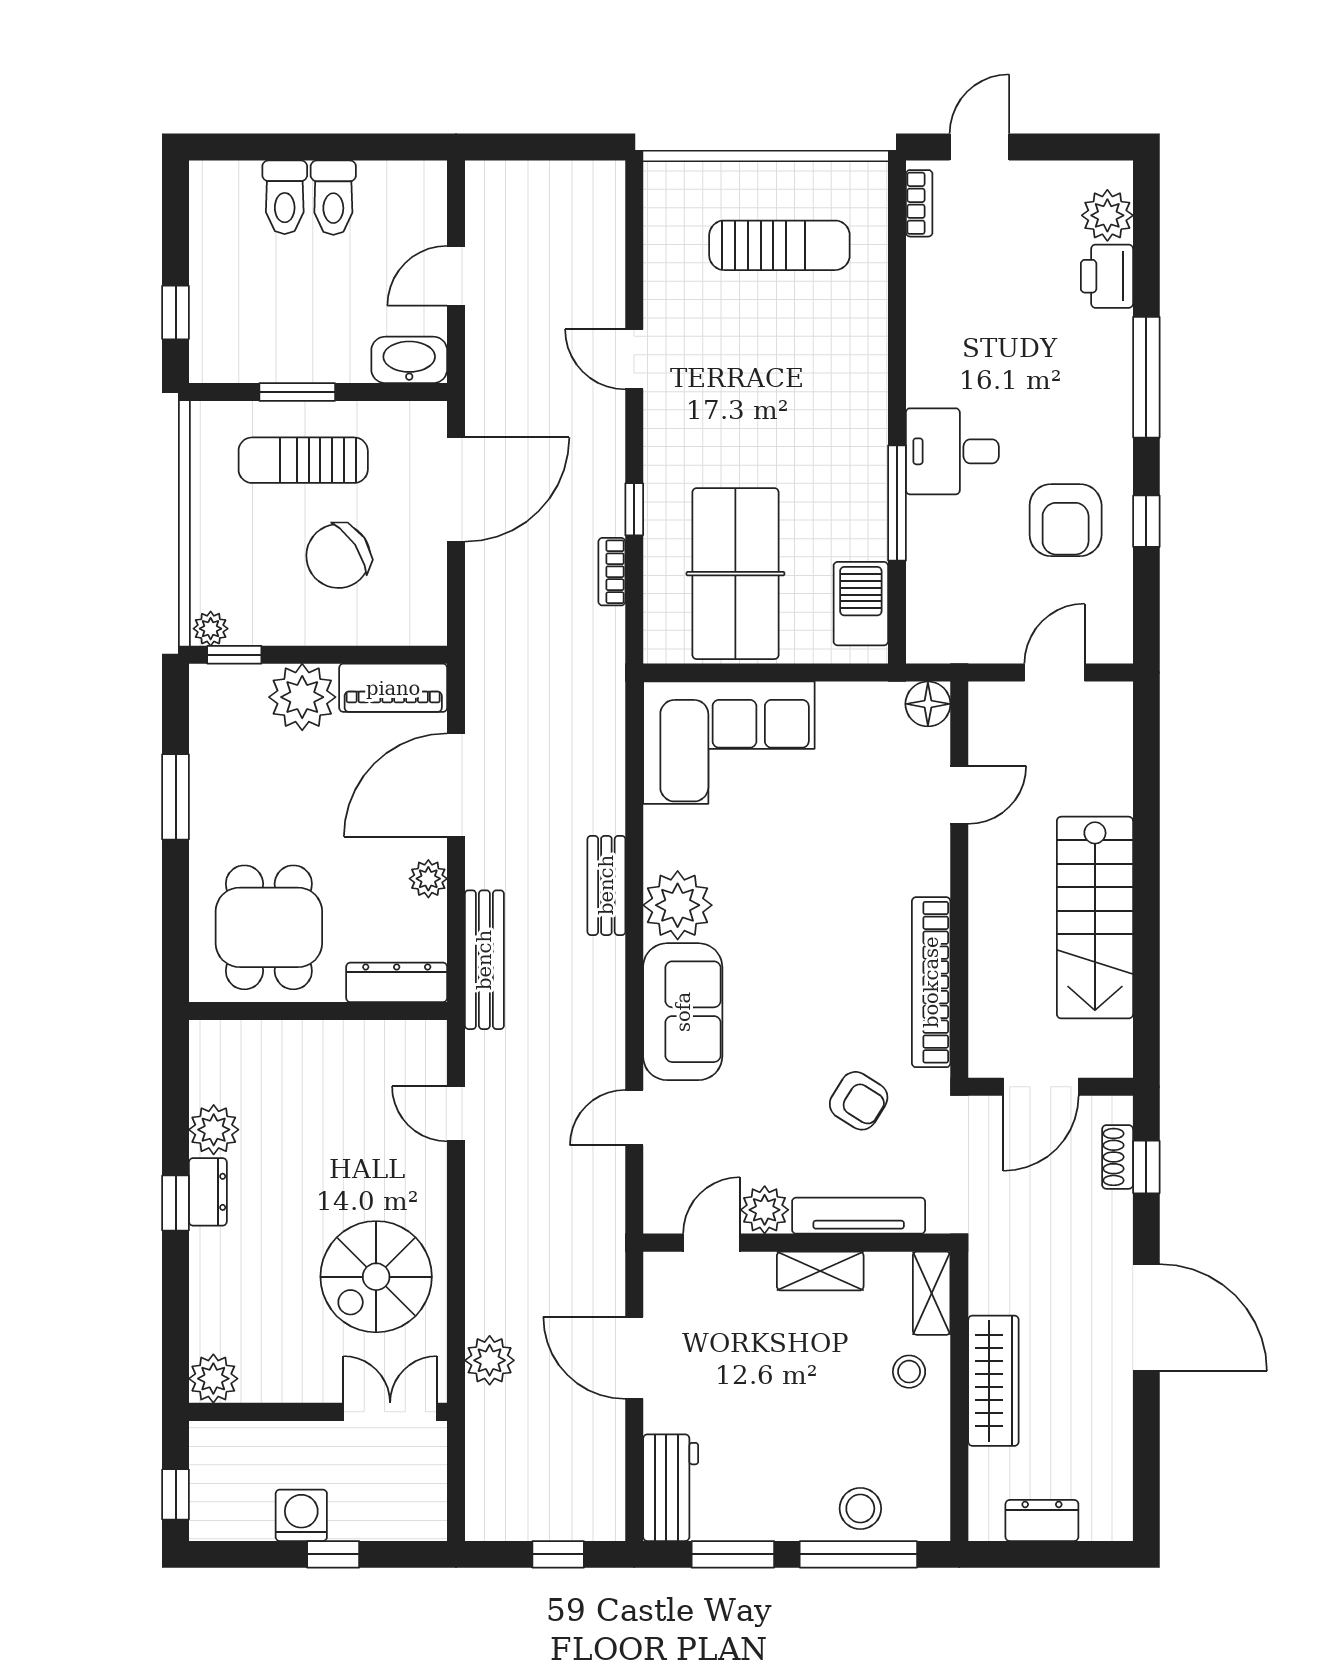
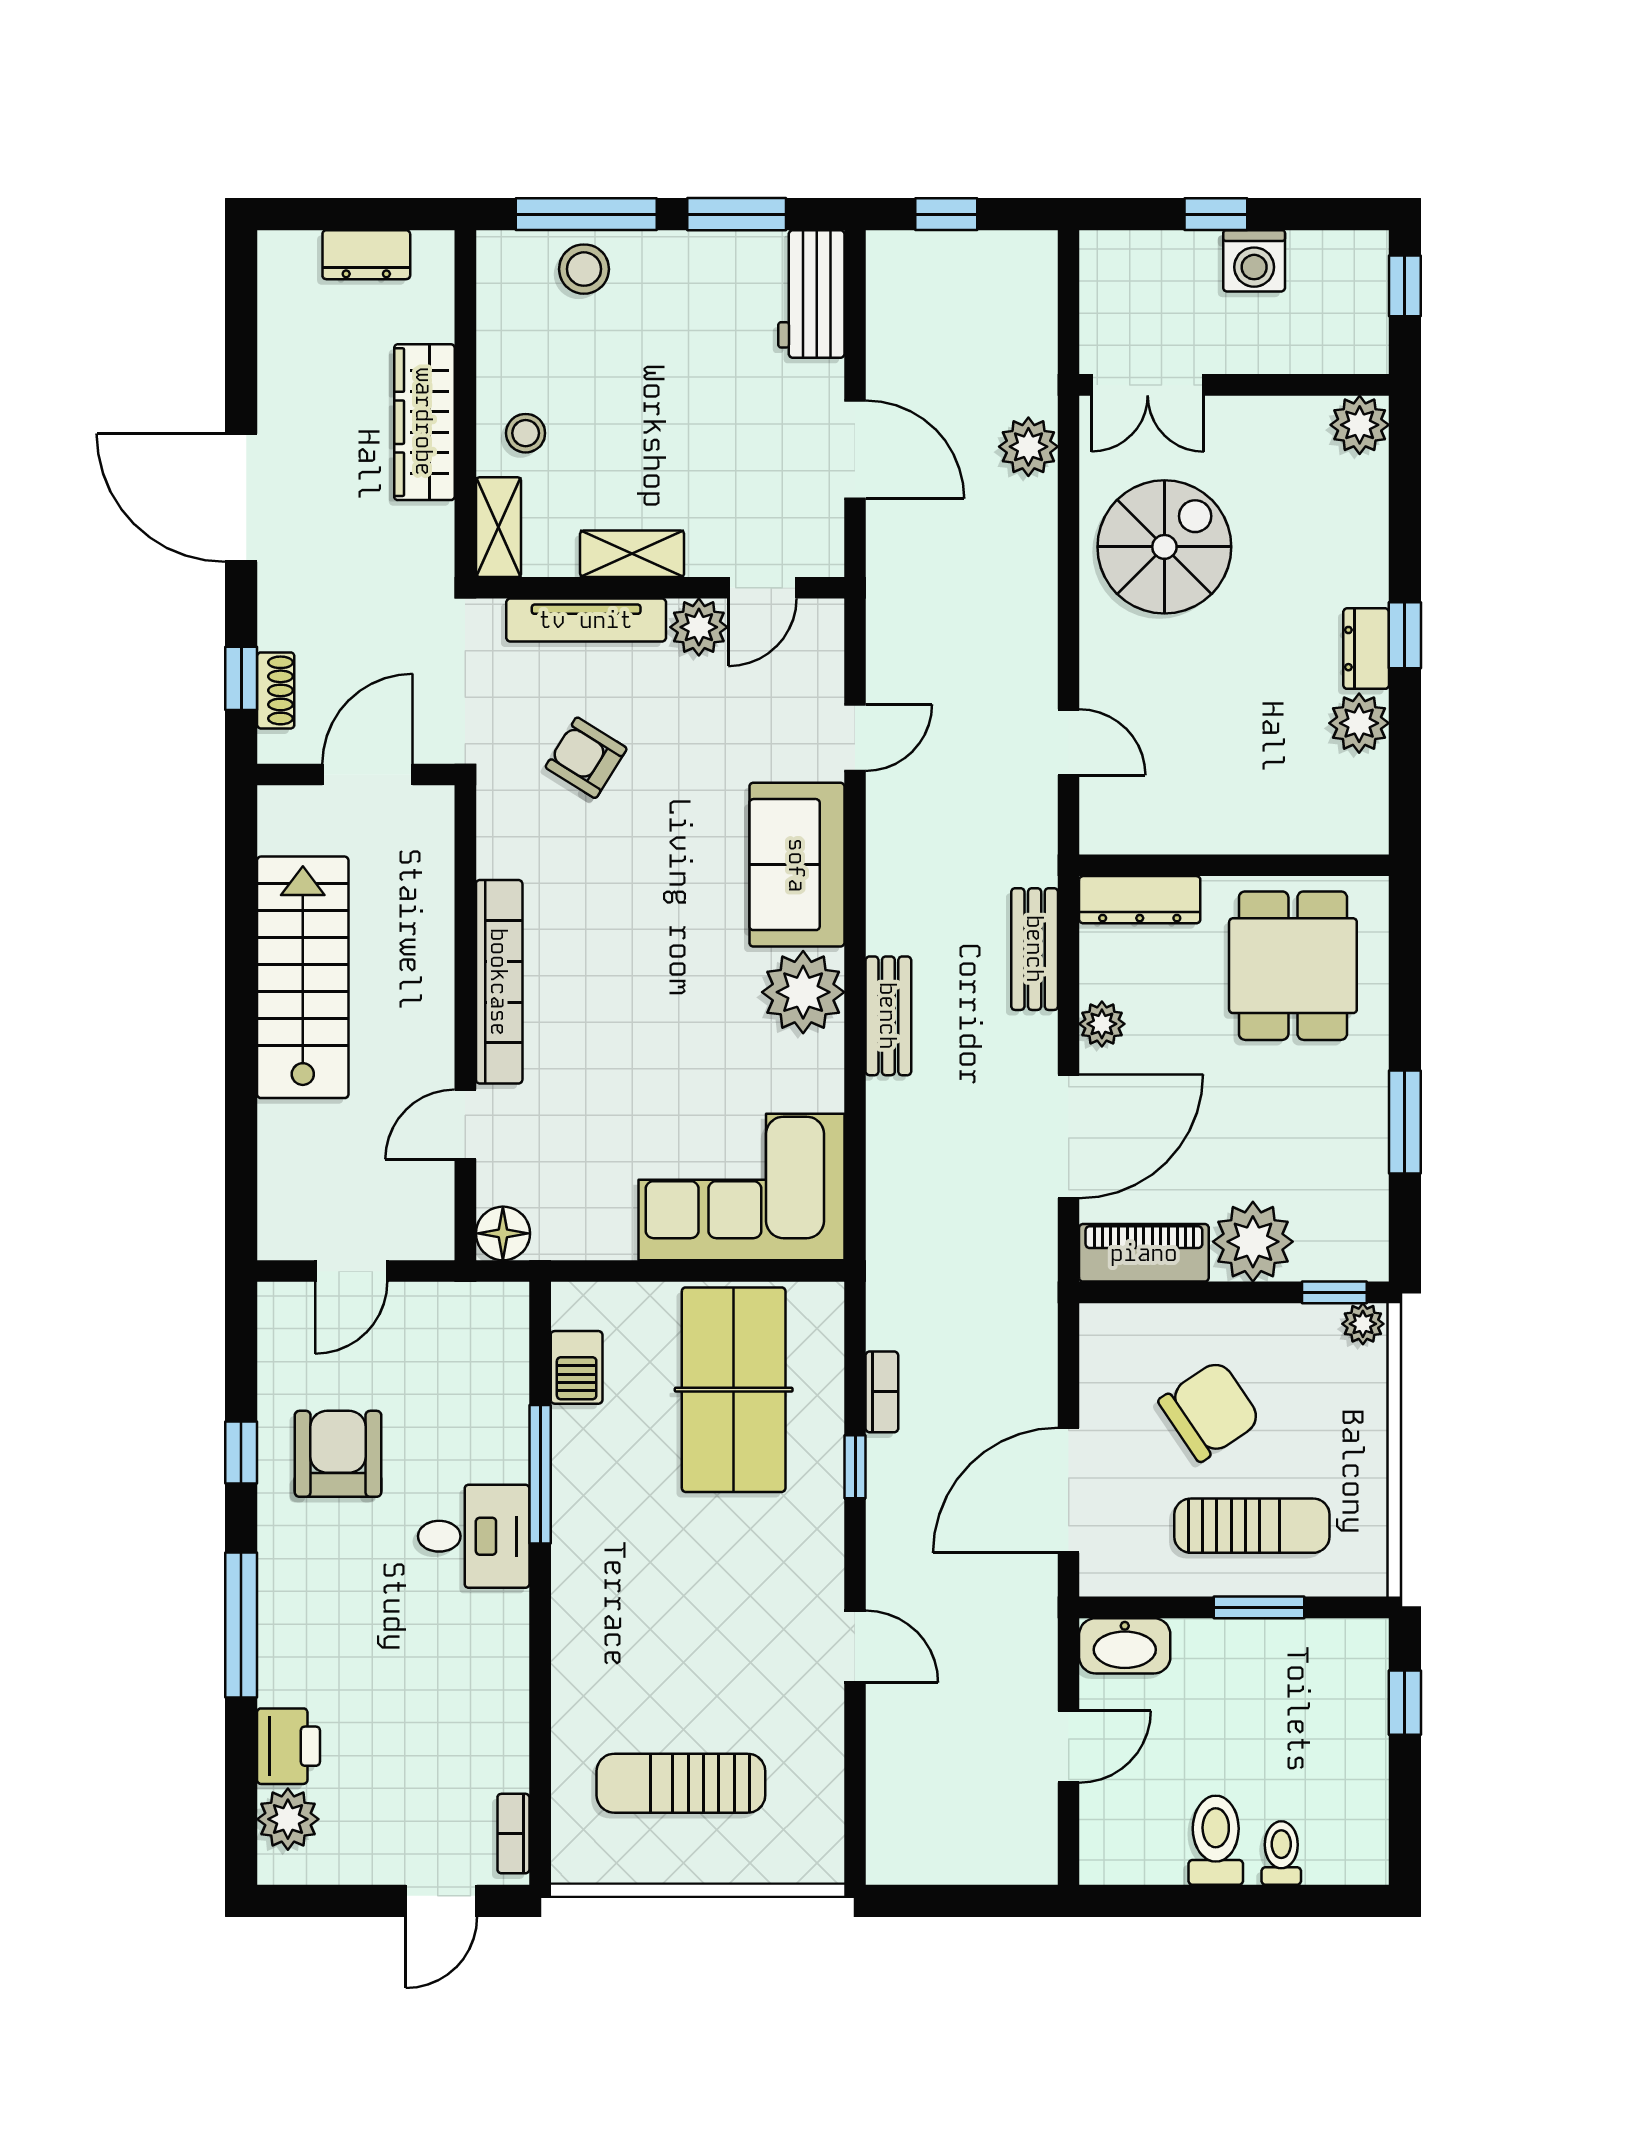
toilet: (285, 197) -> (1281, 1853), width x0.73, depth x0.72
barbecue: (861, 604) -> (577, 1367), width x0.73, depth x0.79
bench: (484, 960) -> (1035, 949), width x0.73
bookcase: (931, 982) -> (499, 982), moved

